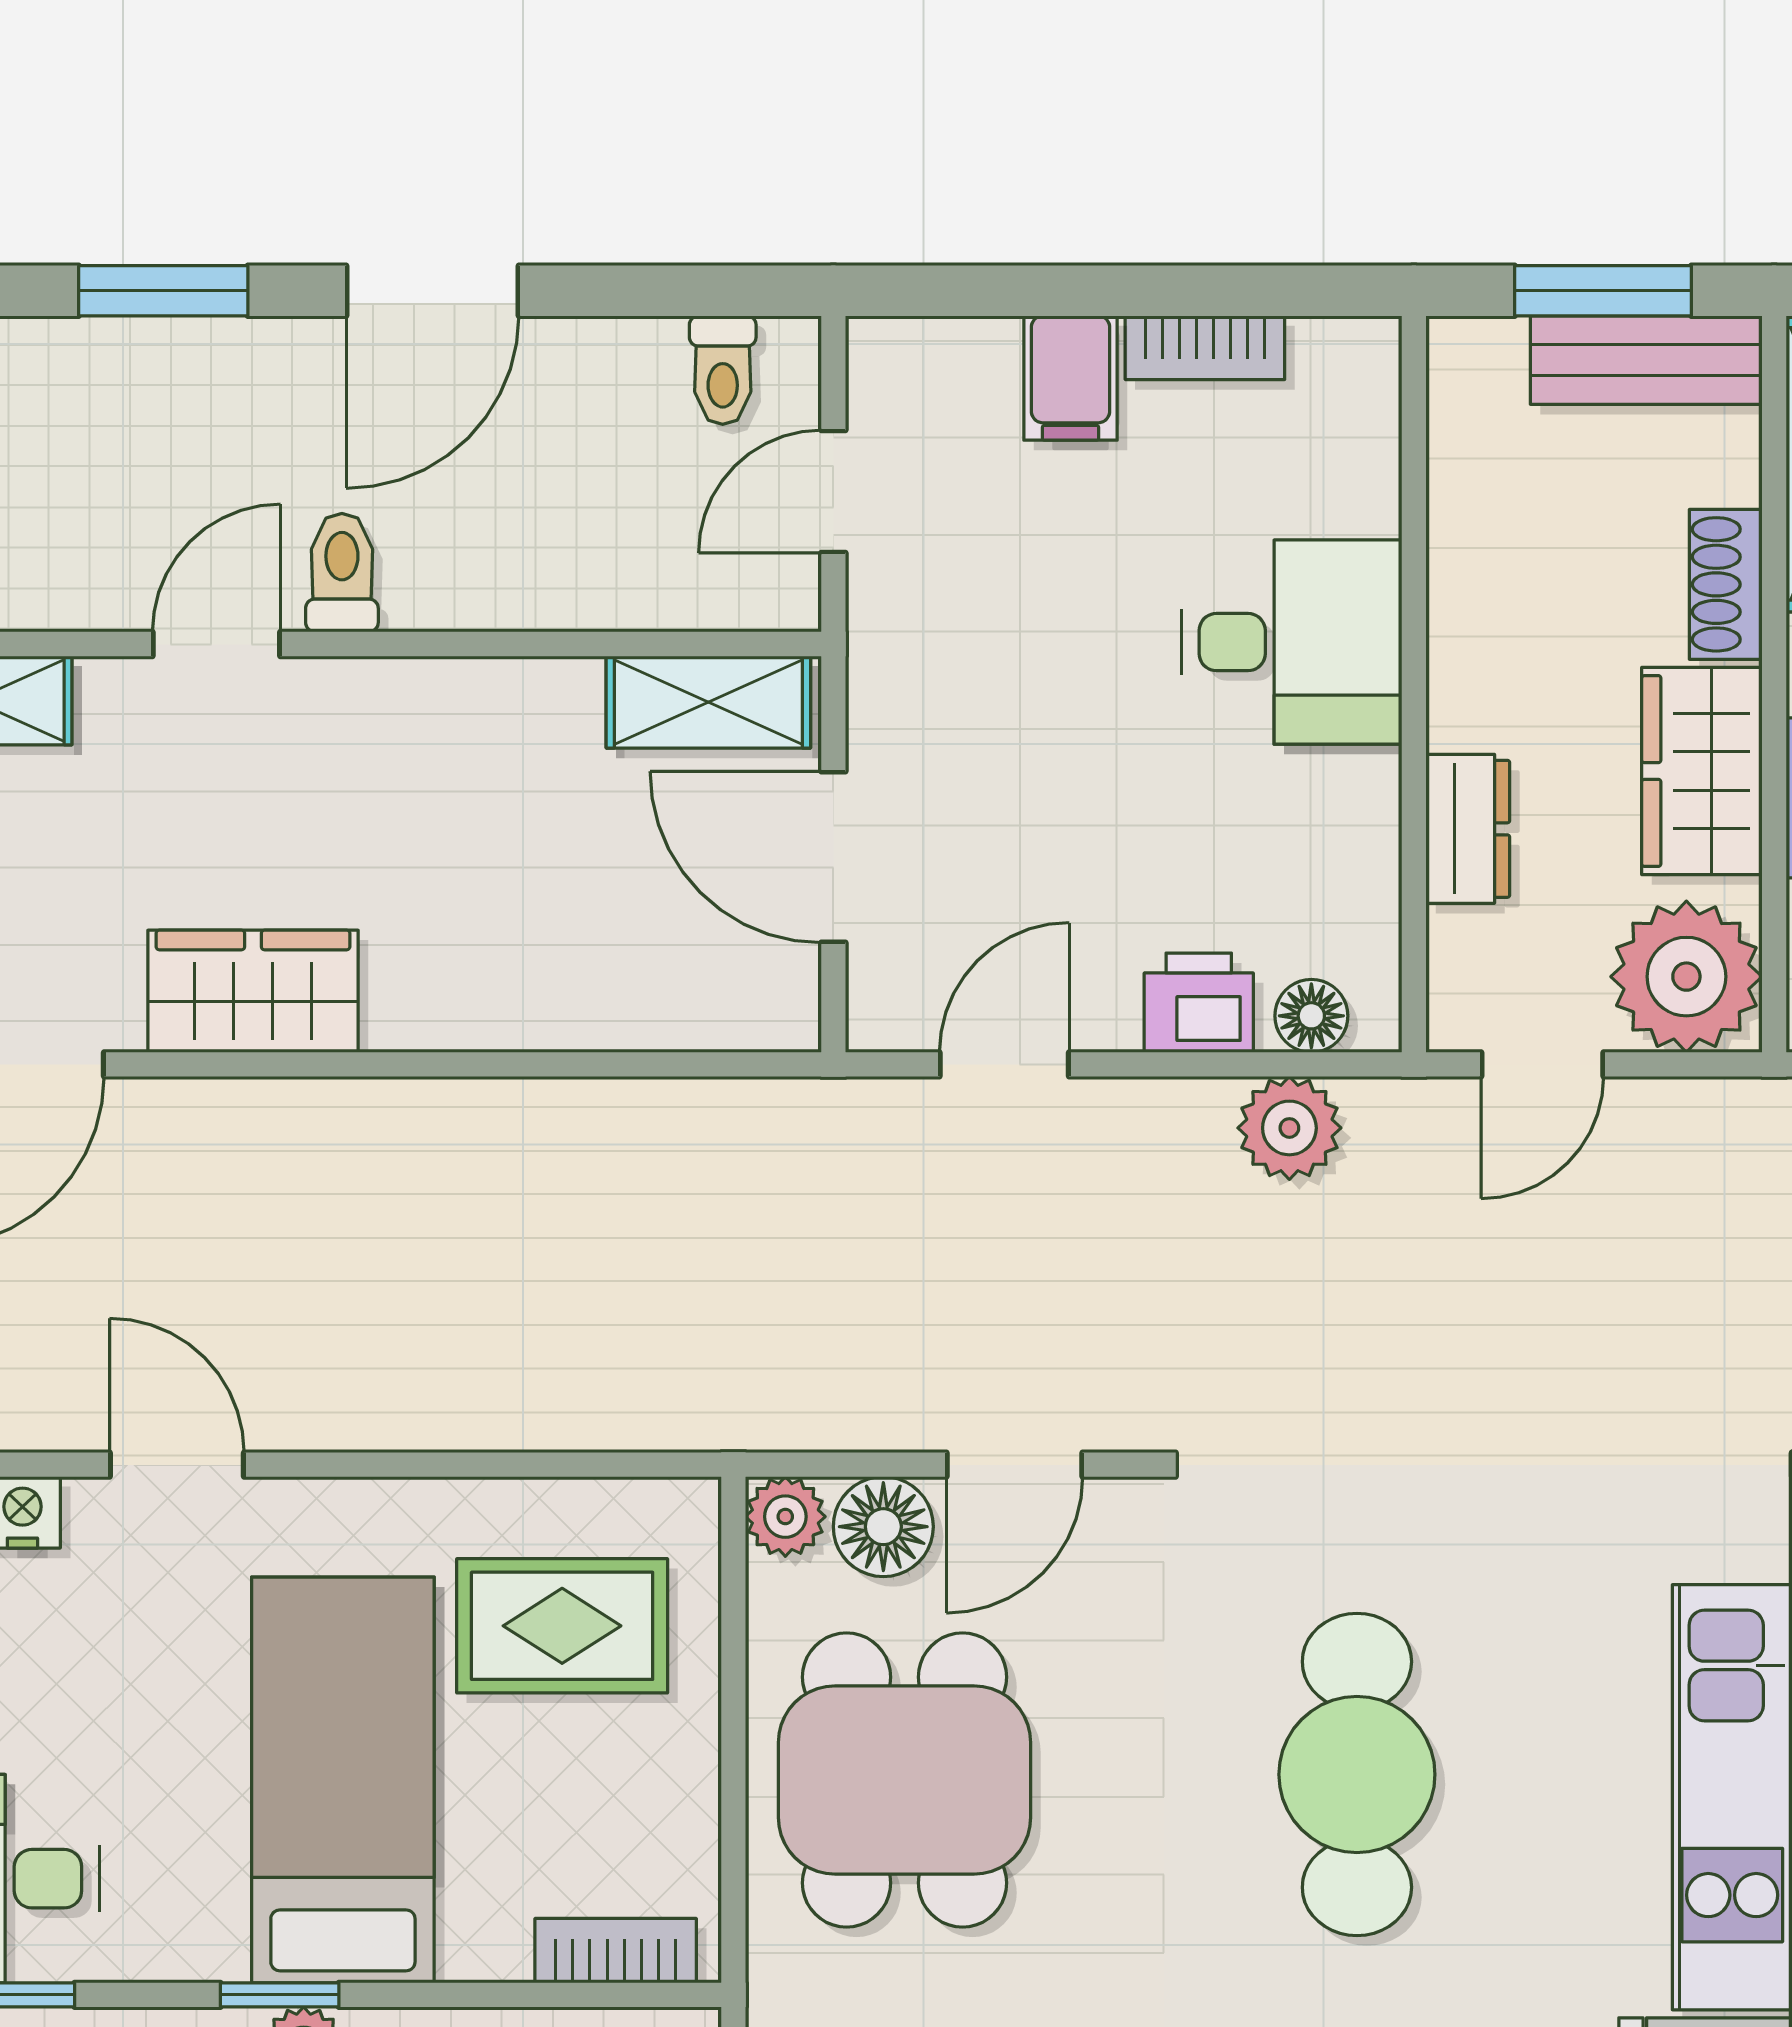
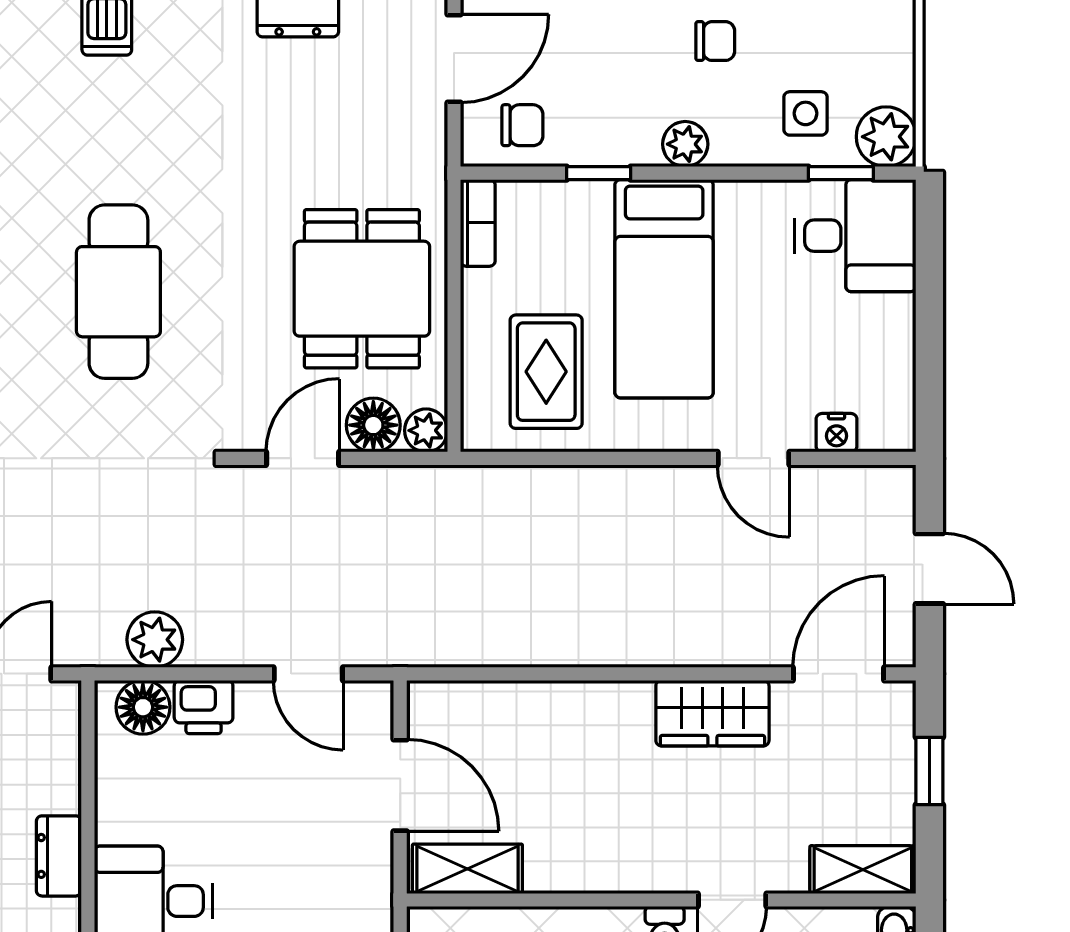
dresser: (1468, 829) -> (59, 856), moved
floor lamp: (1311, 1016) -> (143, 707), width x1.37, depth x1.37
door: (1004, 1064) -> (308, 674), hinge flipped
rug: (562, 1626) -> (546, 372), turned 90
bookcase: (616, 1951) -> (478, 223), moved, turned -90
window: (280, 1995) -> (599, 173), moved

